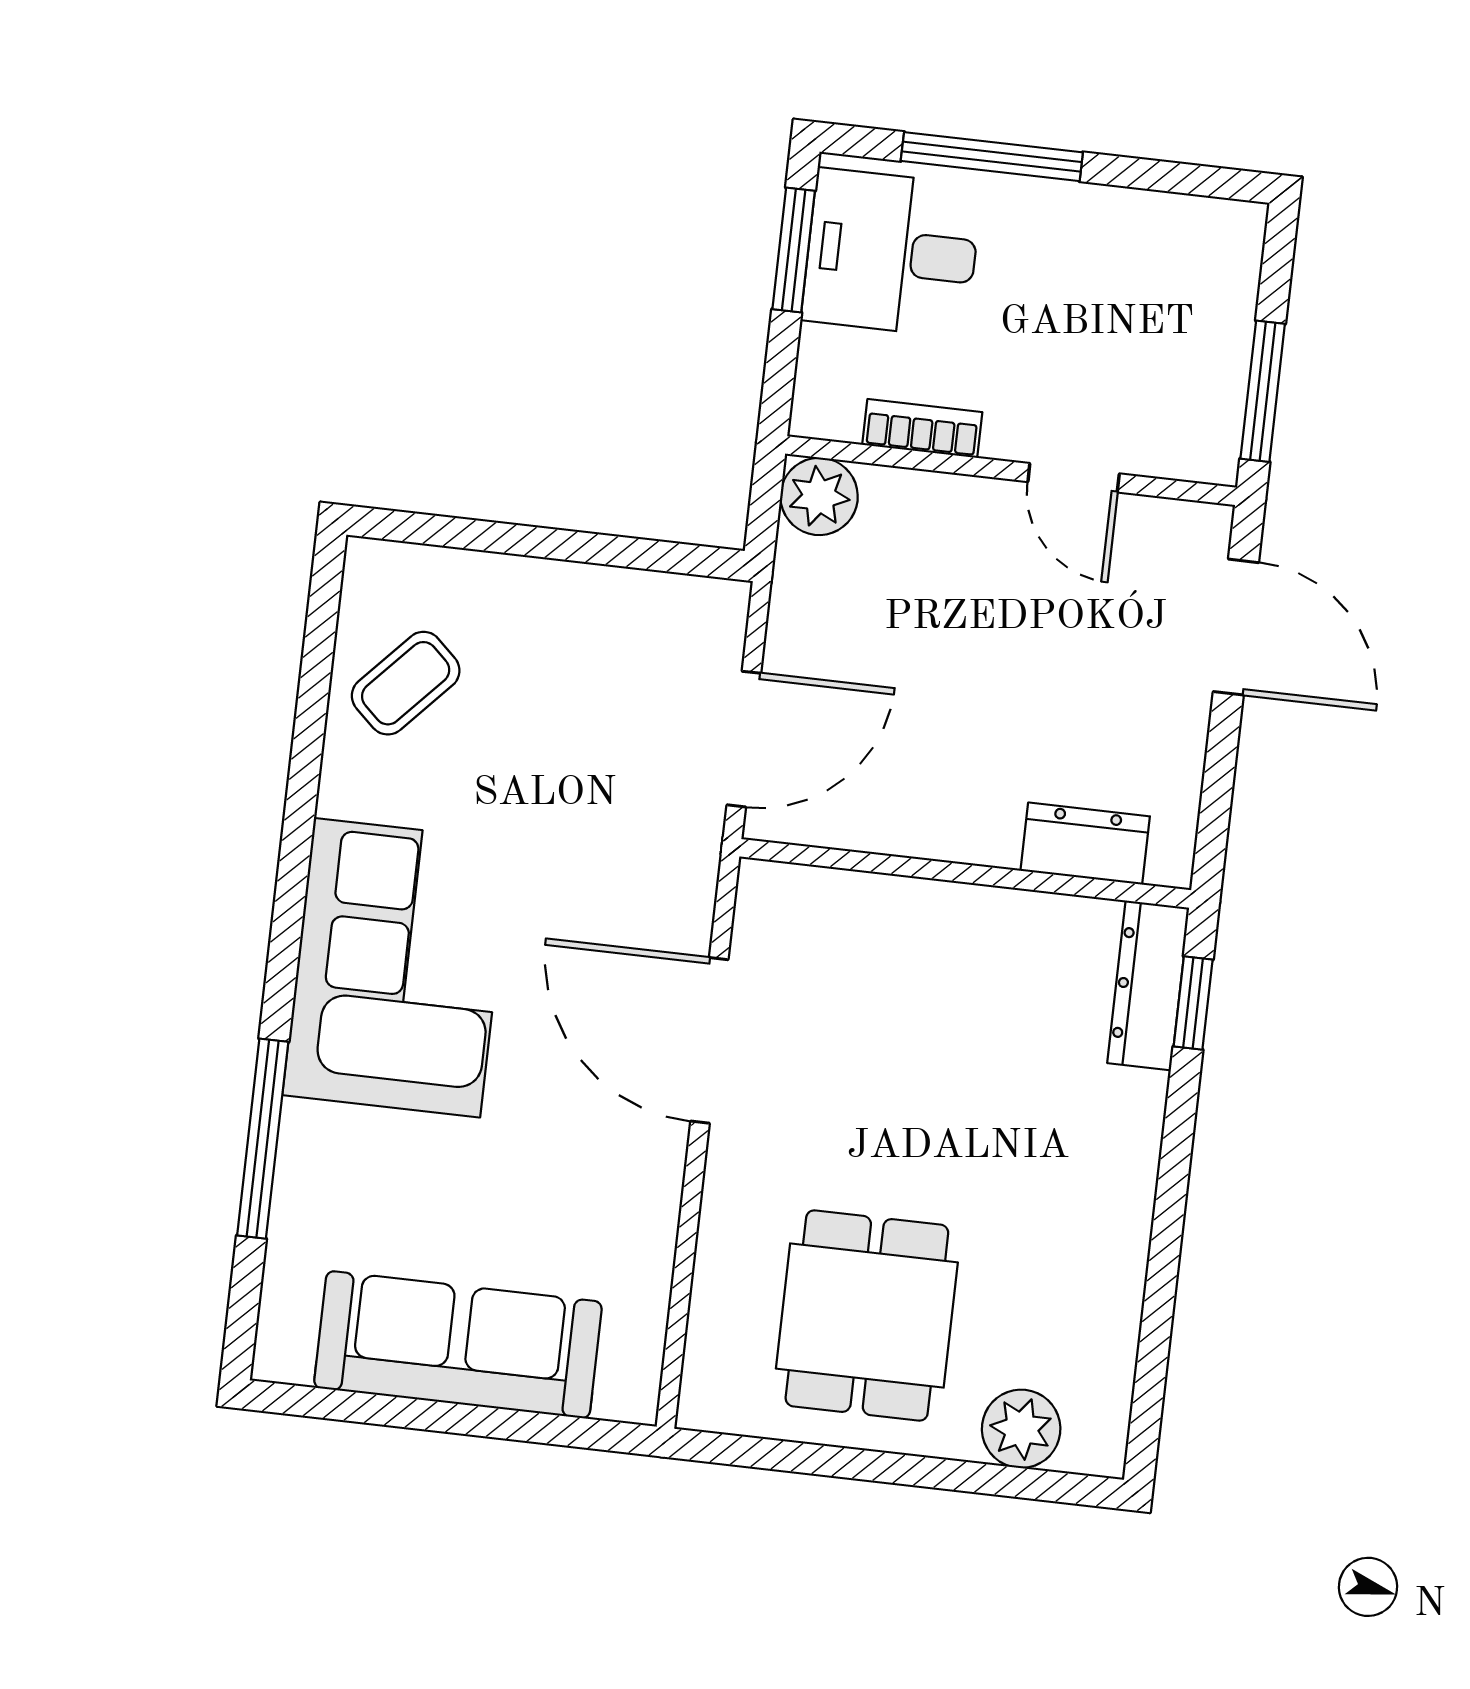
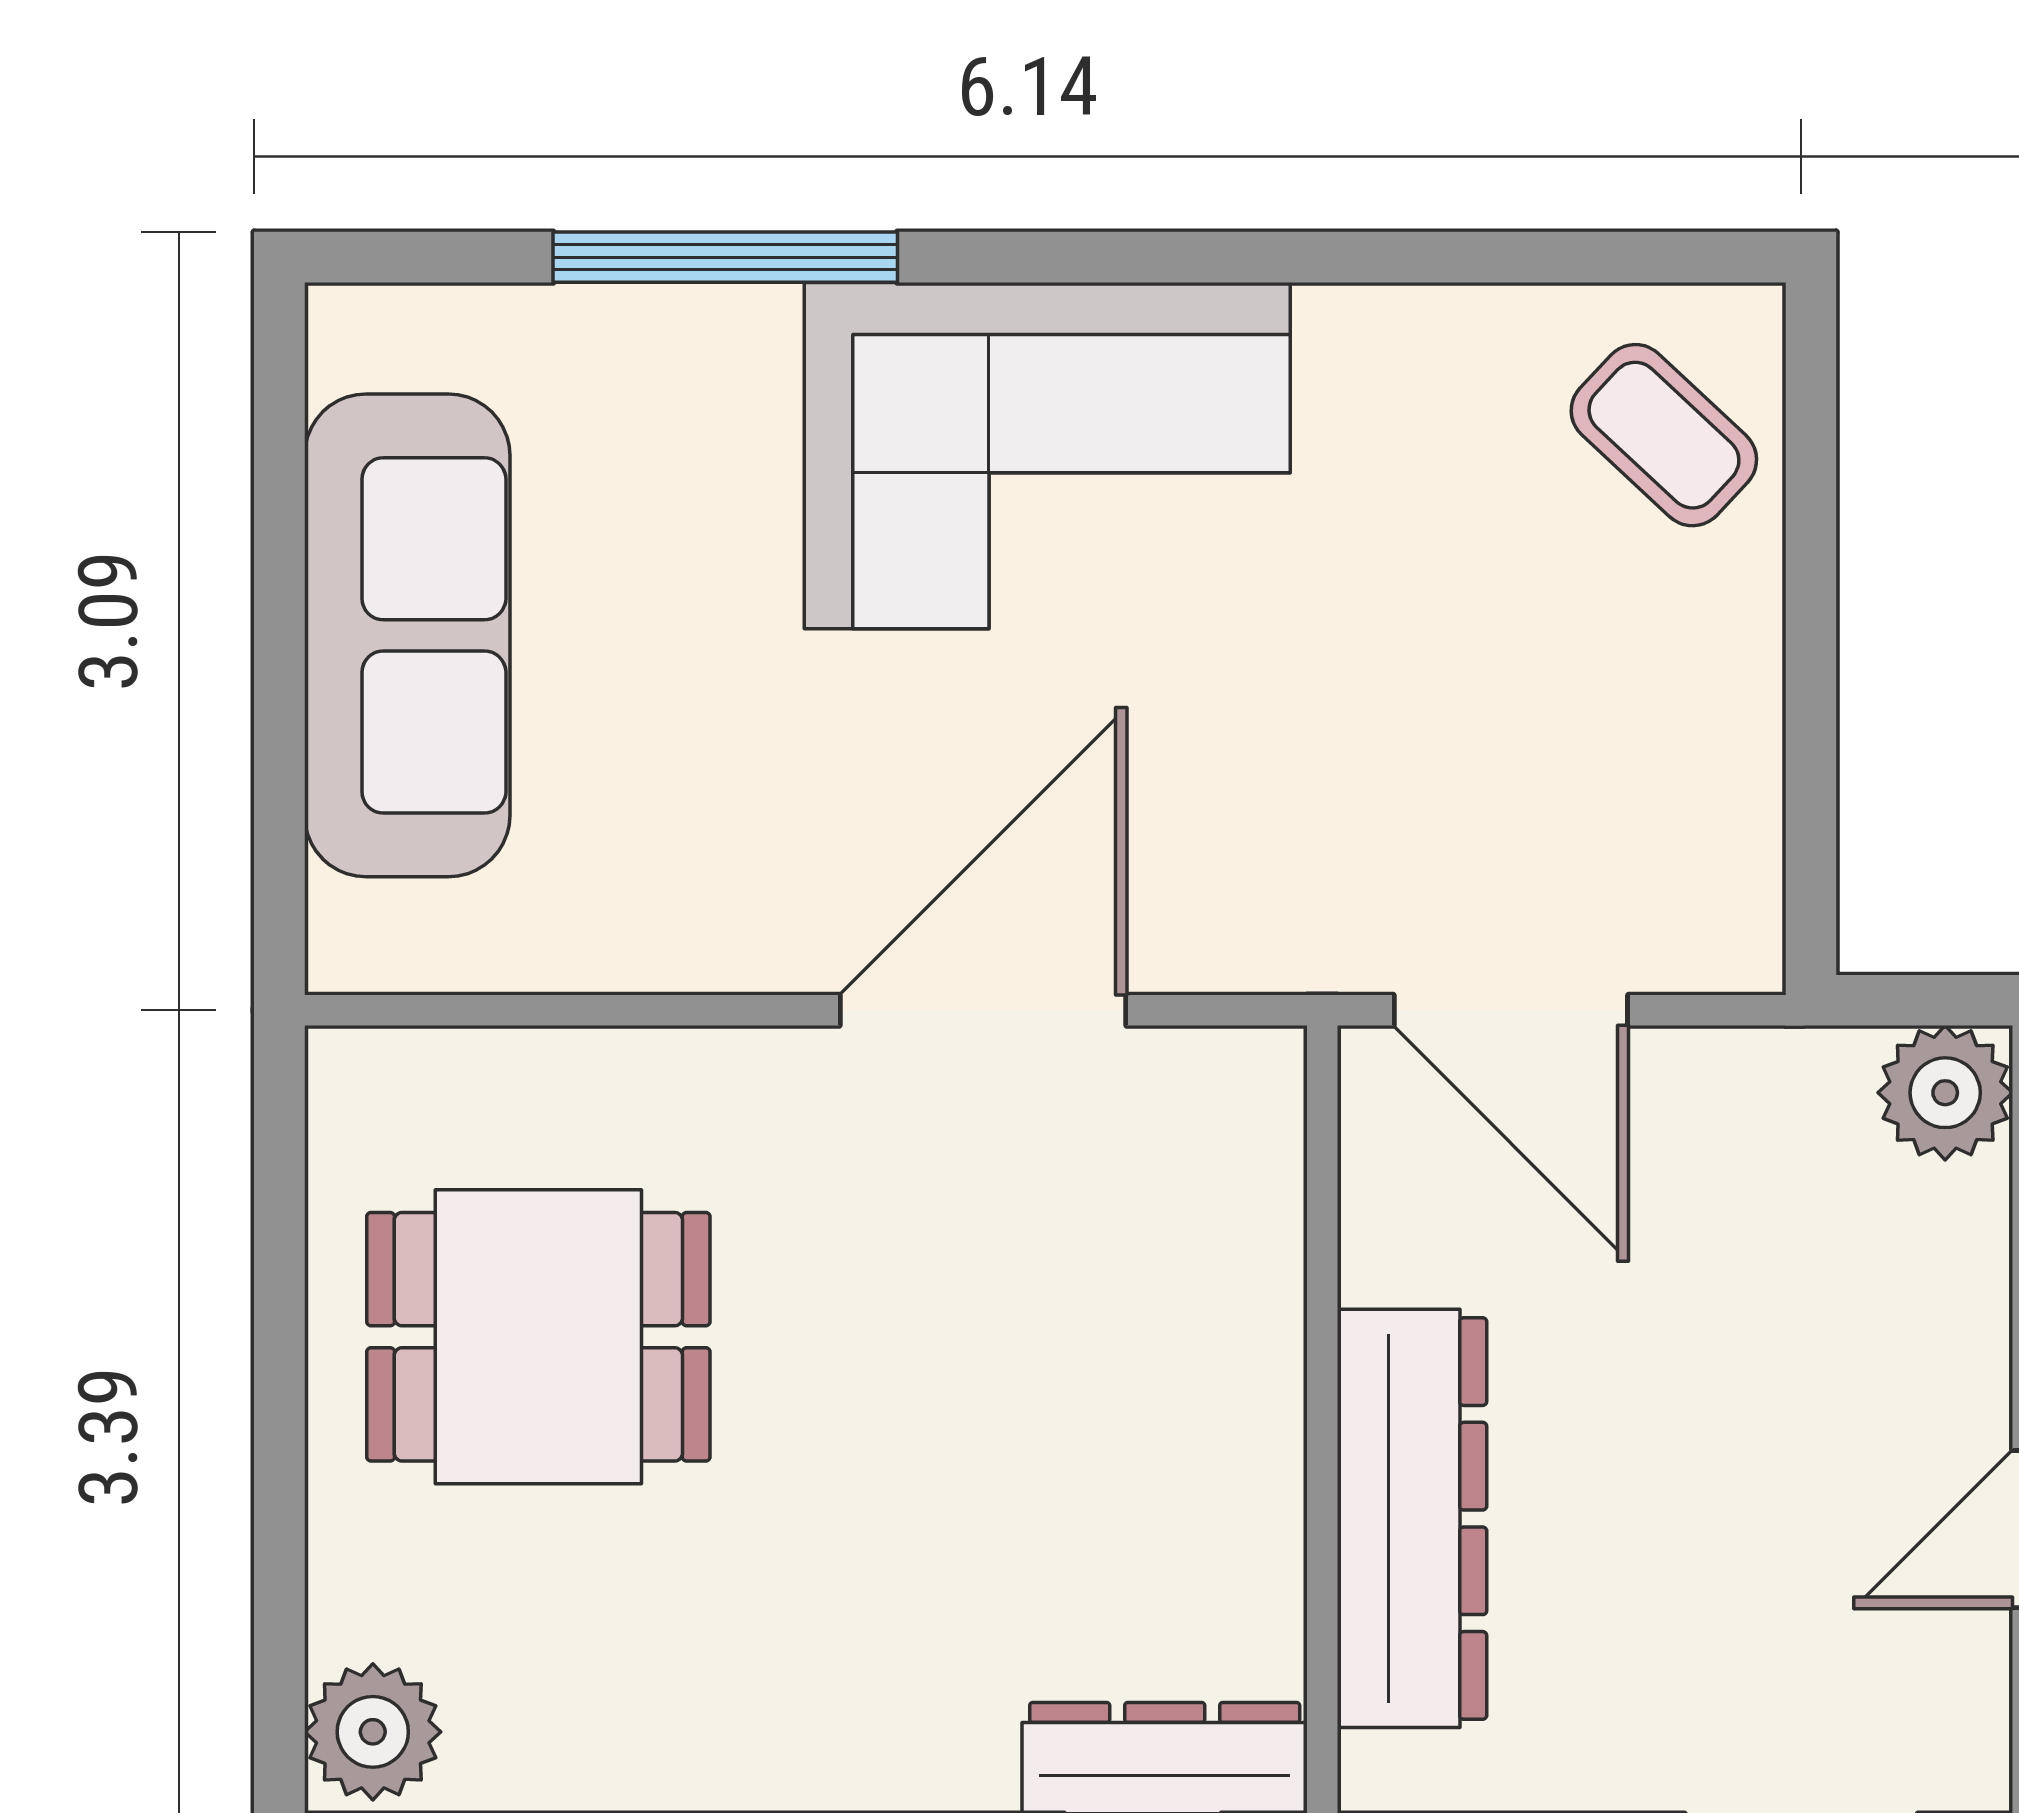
coffee table: (406, 683) -> (1664, 435), moved
dresser: (1085, 844) -> (1412, 1518), width x1.96, depth x1.24
plant: (1021, 1429) -> (373, 1732), moved

